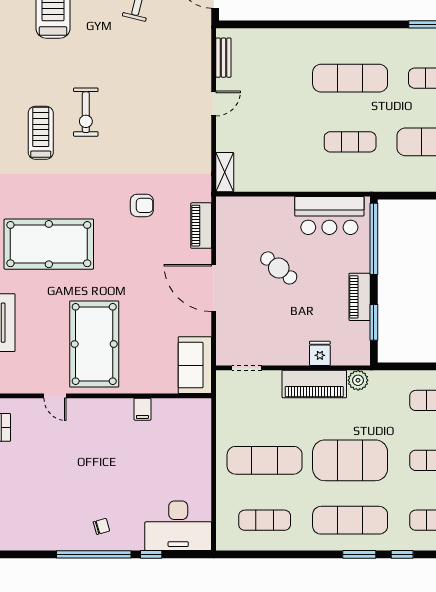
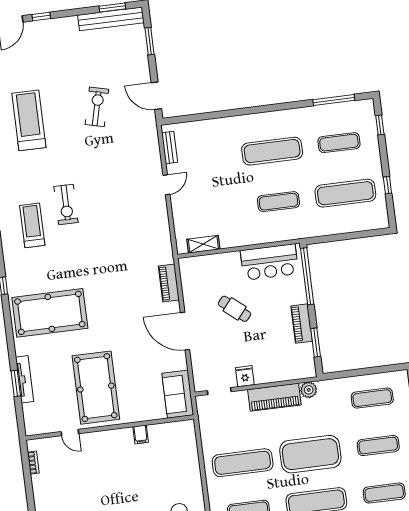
shelving: (225, 172) -> (203, 244), moved, turned 90
armchair: (142, 205) -> (120, 273), removed
fridge: (320, 353) -> (245, 376), moved

